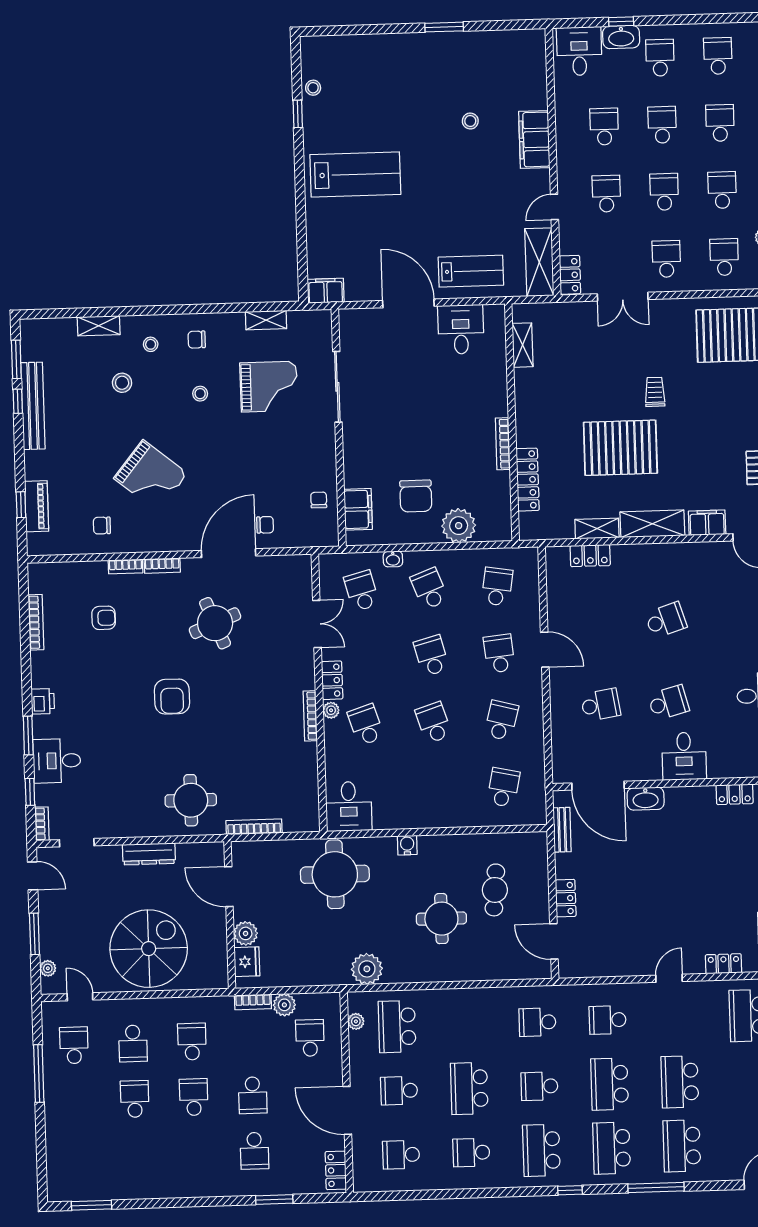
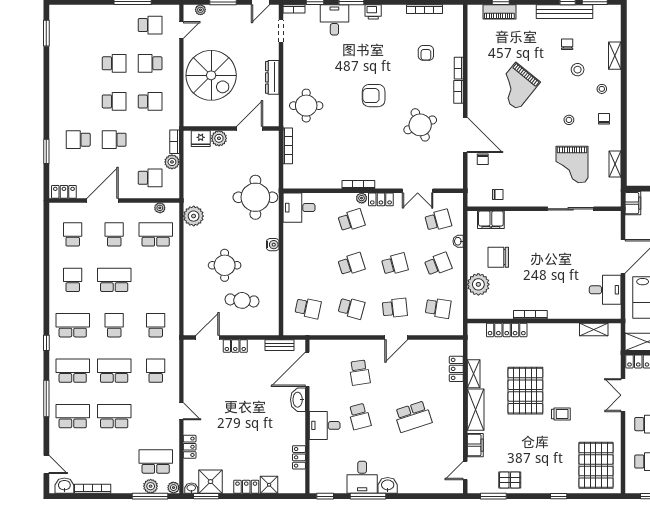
chair: (102, 526) -> (567, 44), moved
school desk: (666, 620) -> (413, 416), width x1.85

